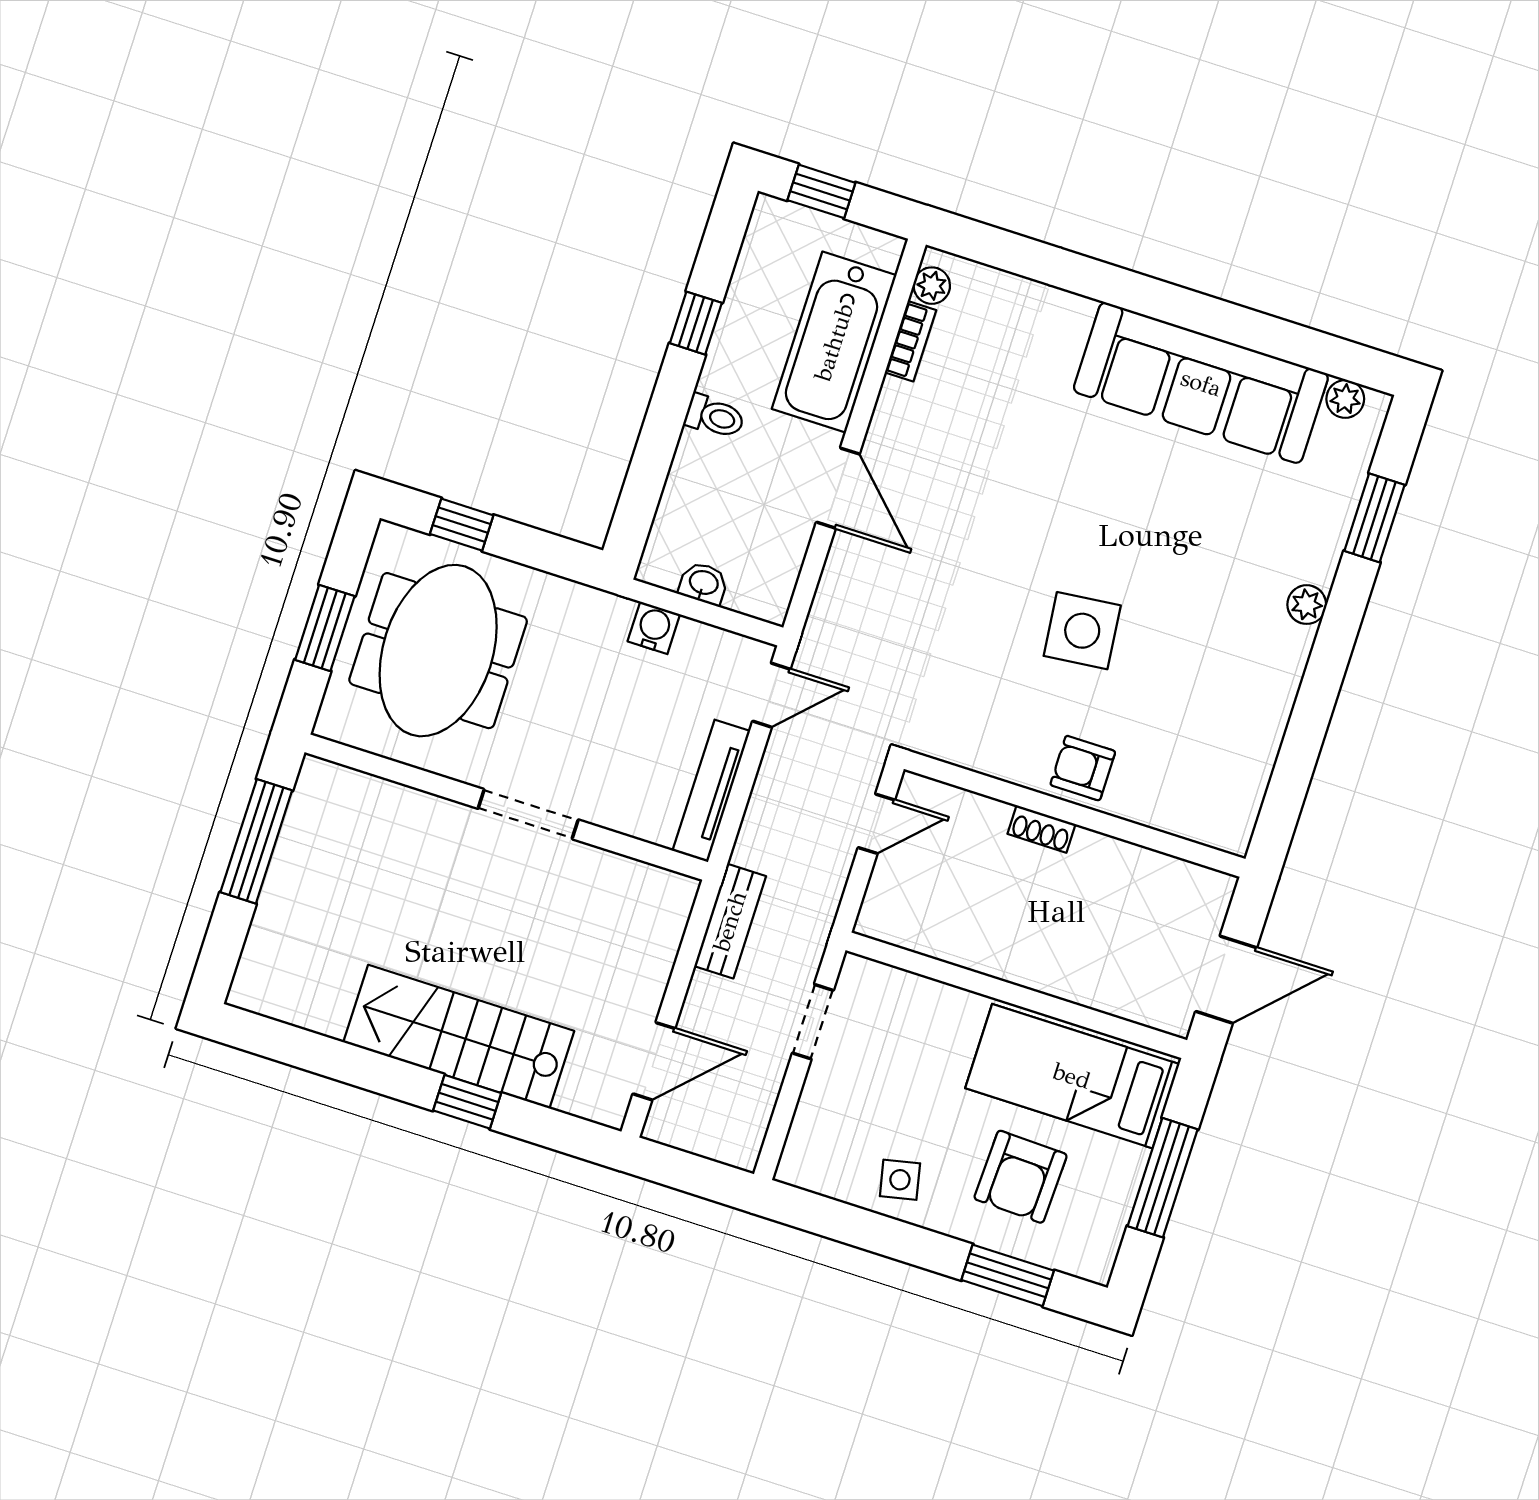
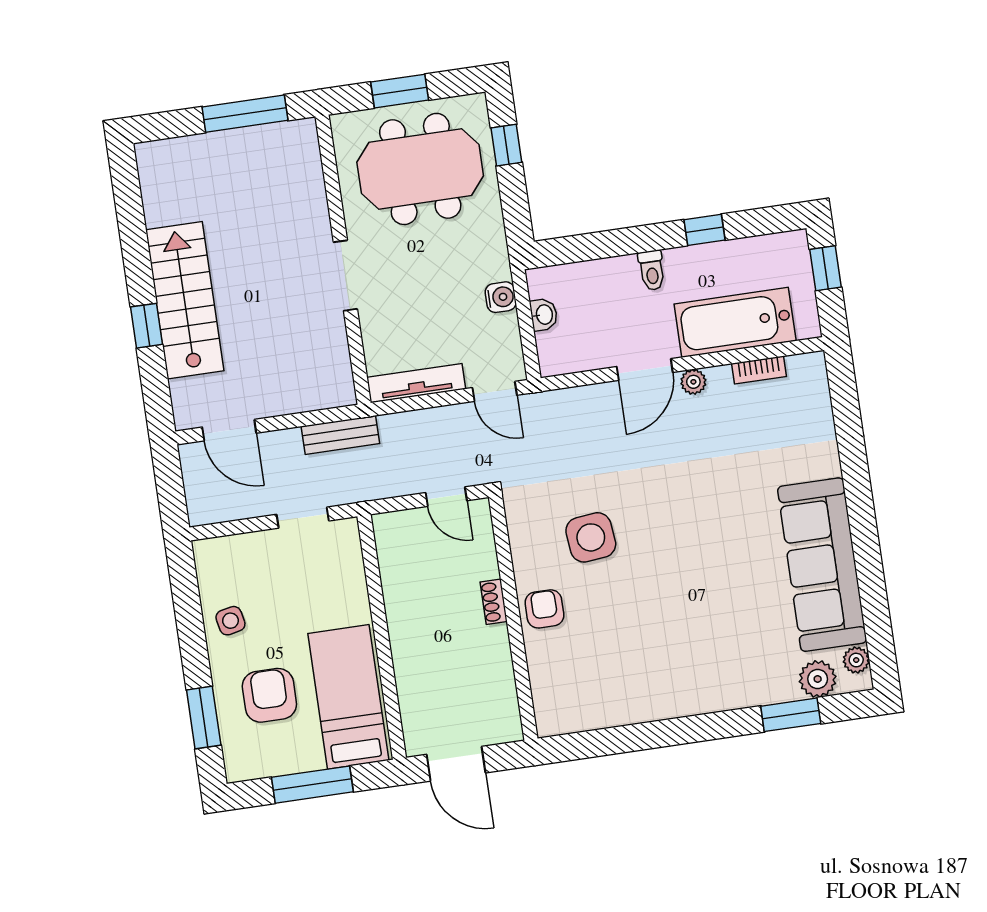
plant: (932, 286) -> (693, 382), moved
plant: (1307, 605) -> (818, 679), moved, width x1.38, depth x1.38
side table: (1082, 631) -> (591, 537), moved
armchair: (1021, 1177) -> (269, 695), turned 88

